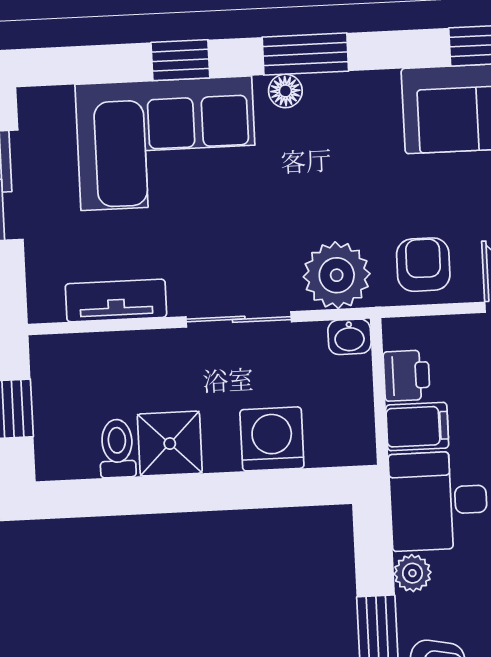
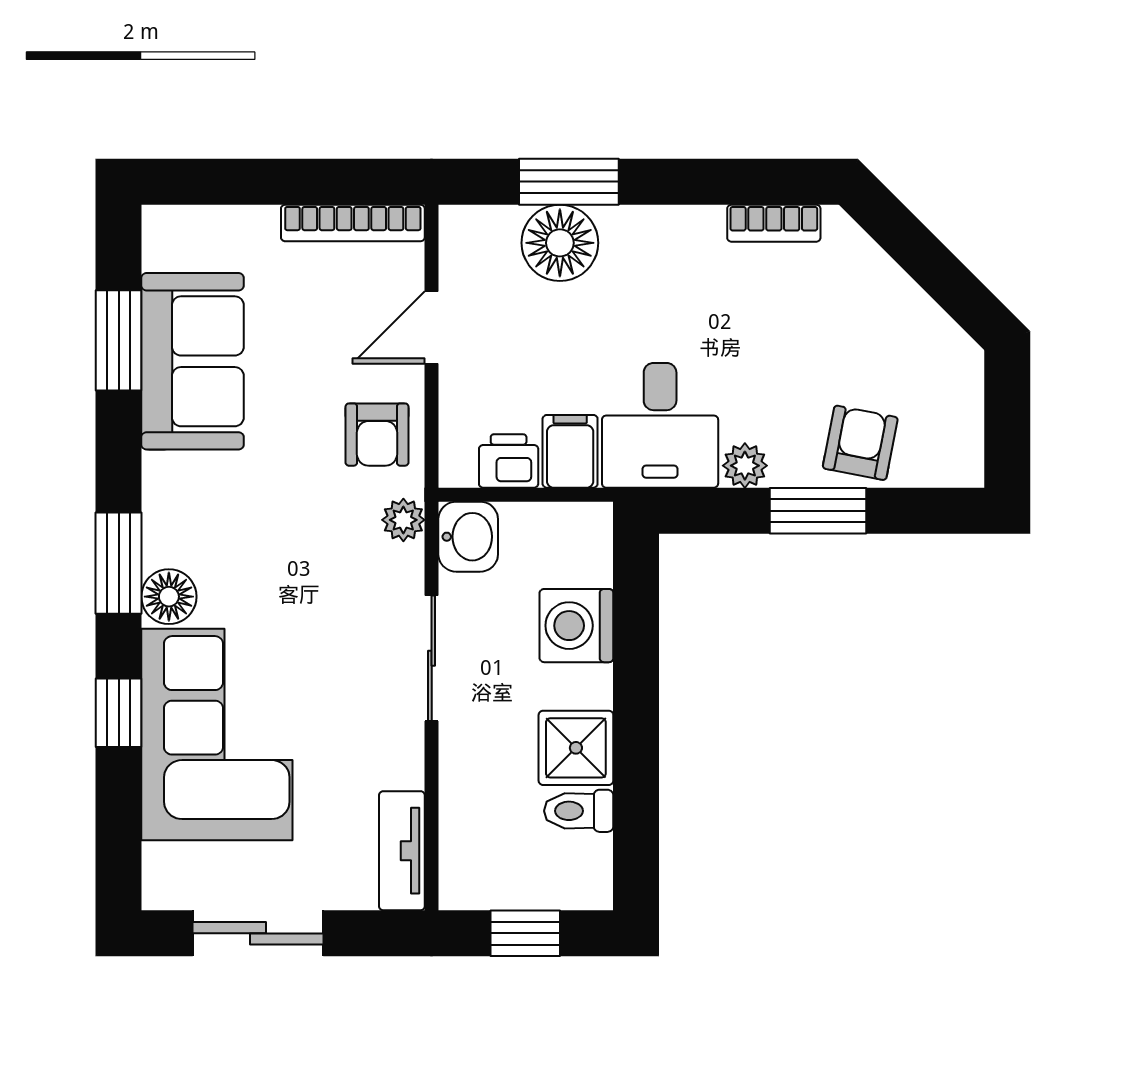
floor lamp: (285, 91) -> (169, 597), width x1.37, depth x1.37
armchair: (423, 265) -> (377, 435), turned -90
plant: (337, 275) -> (403, 520), width x0.53, depth x0.53
tv unit: (116, 300) -> (402, 851), moved
washbasin: (349, 337) -> (468, 537), width x1.38, depth x1.45

